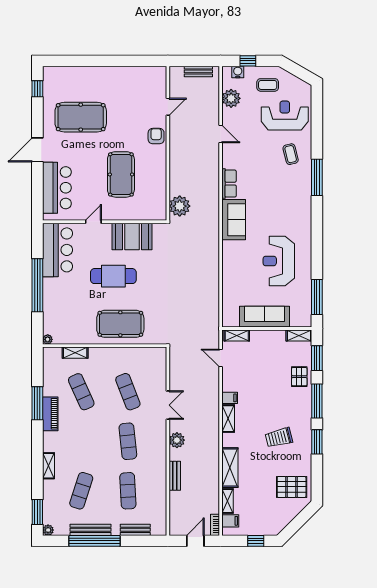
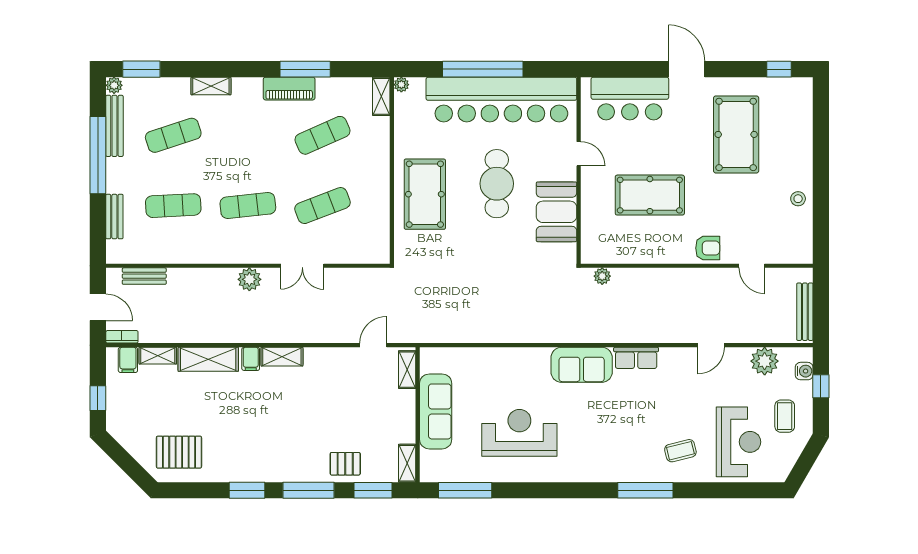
bench: (198, 71) -> (805, 312), width x1.36
stool: (123, 76) -> (798, 199), added
plant: (180, 206) -> (602, 276), width x0.53, depth x0.53
bar counter: (58, 250) -> (501, 100), width x1.86
shelving: (75, 353) -> (381, 96), moved
filing cabinet: (230, 398) -> (251, 359), moved
trolley: (279, 438) -> (253, 433), removed
bench: (175, 476) -> (144, 276), moved
pallet: (292, 487) -> (179, 452), turned 90
exercise mat: (81, 491) -> (173, 135), turned -36
bench: (91, 530) -> (114, 126), moved

